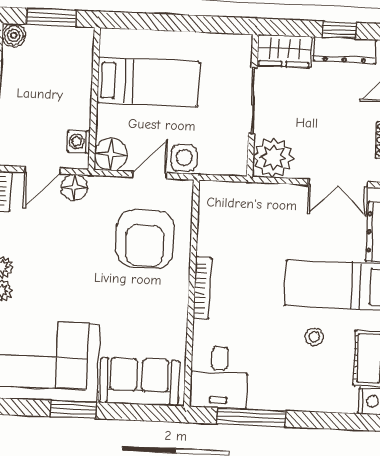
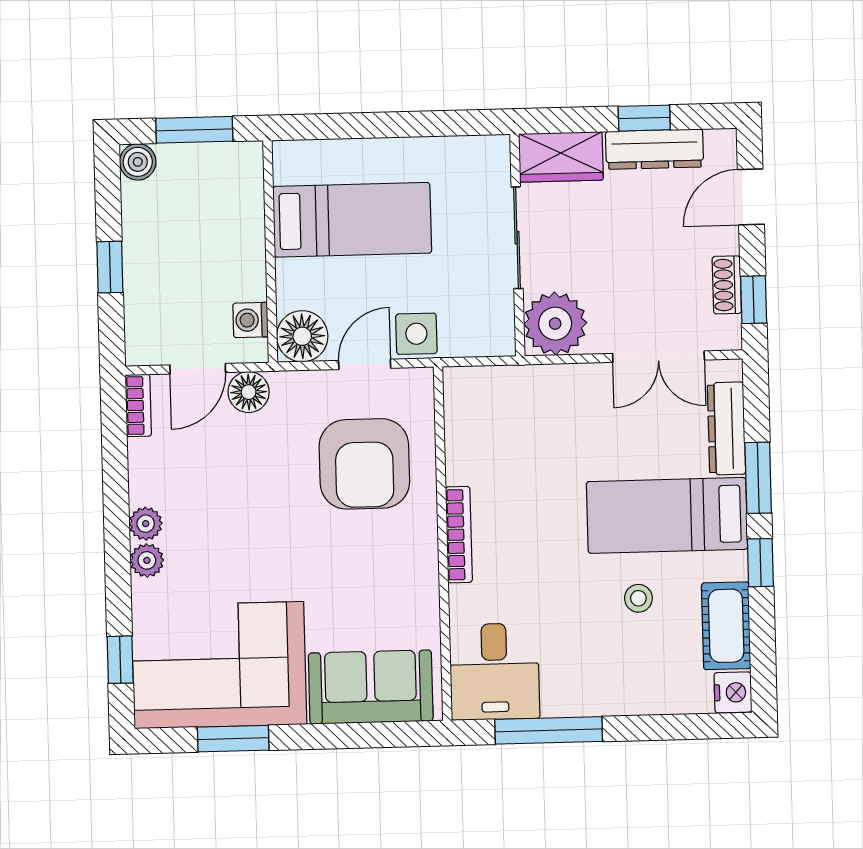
window: (73, 410) -> (233, 739), moved

